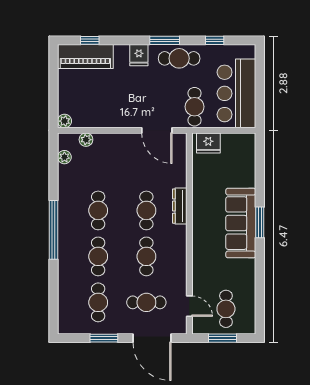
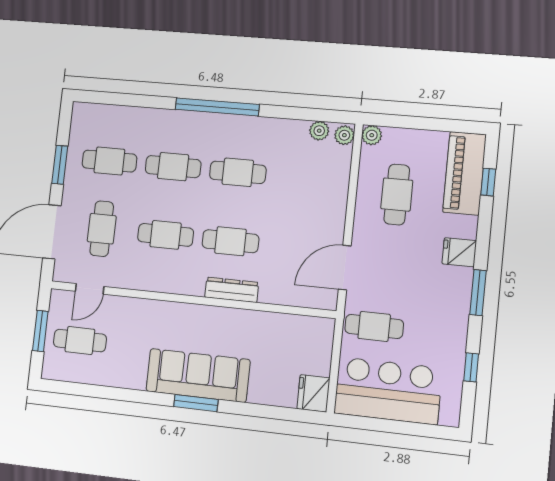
cafe table: (179, 58) -> (397, 195), moved
plant: (86, 140) -> (344, 135), moved
fridge: (208, 143) -> (313, 393), moved

